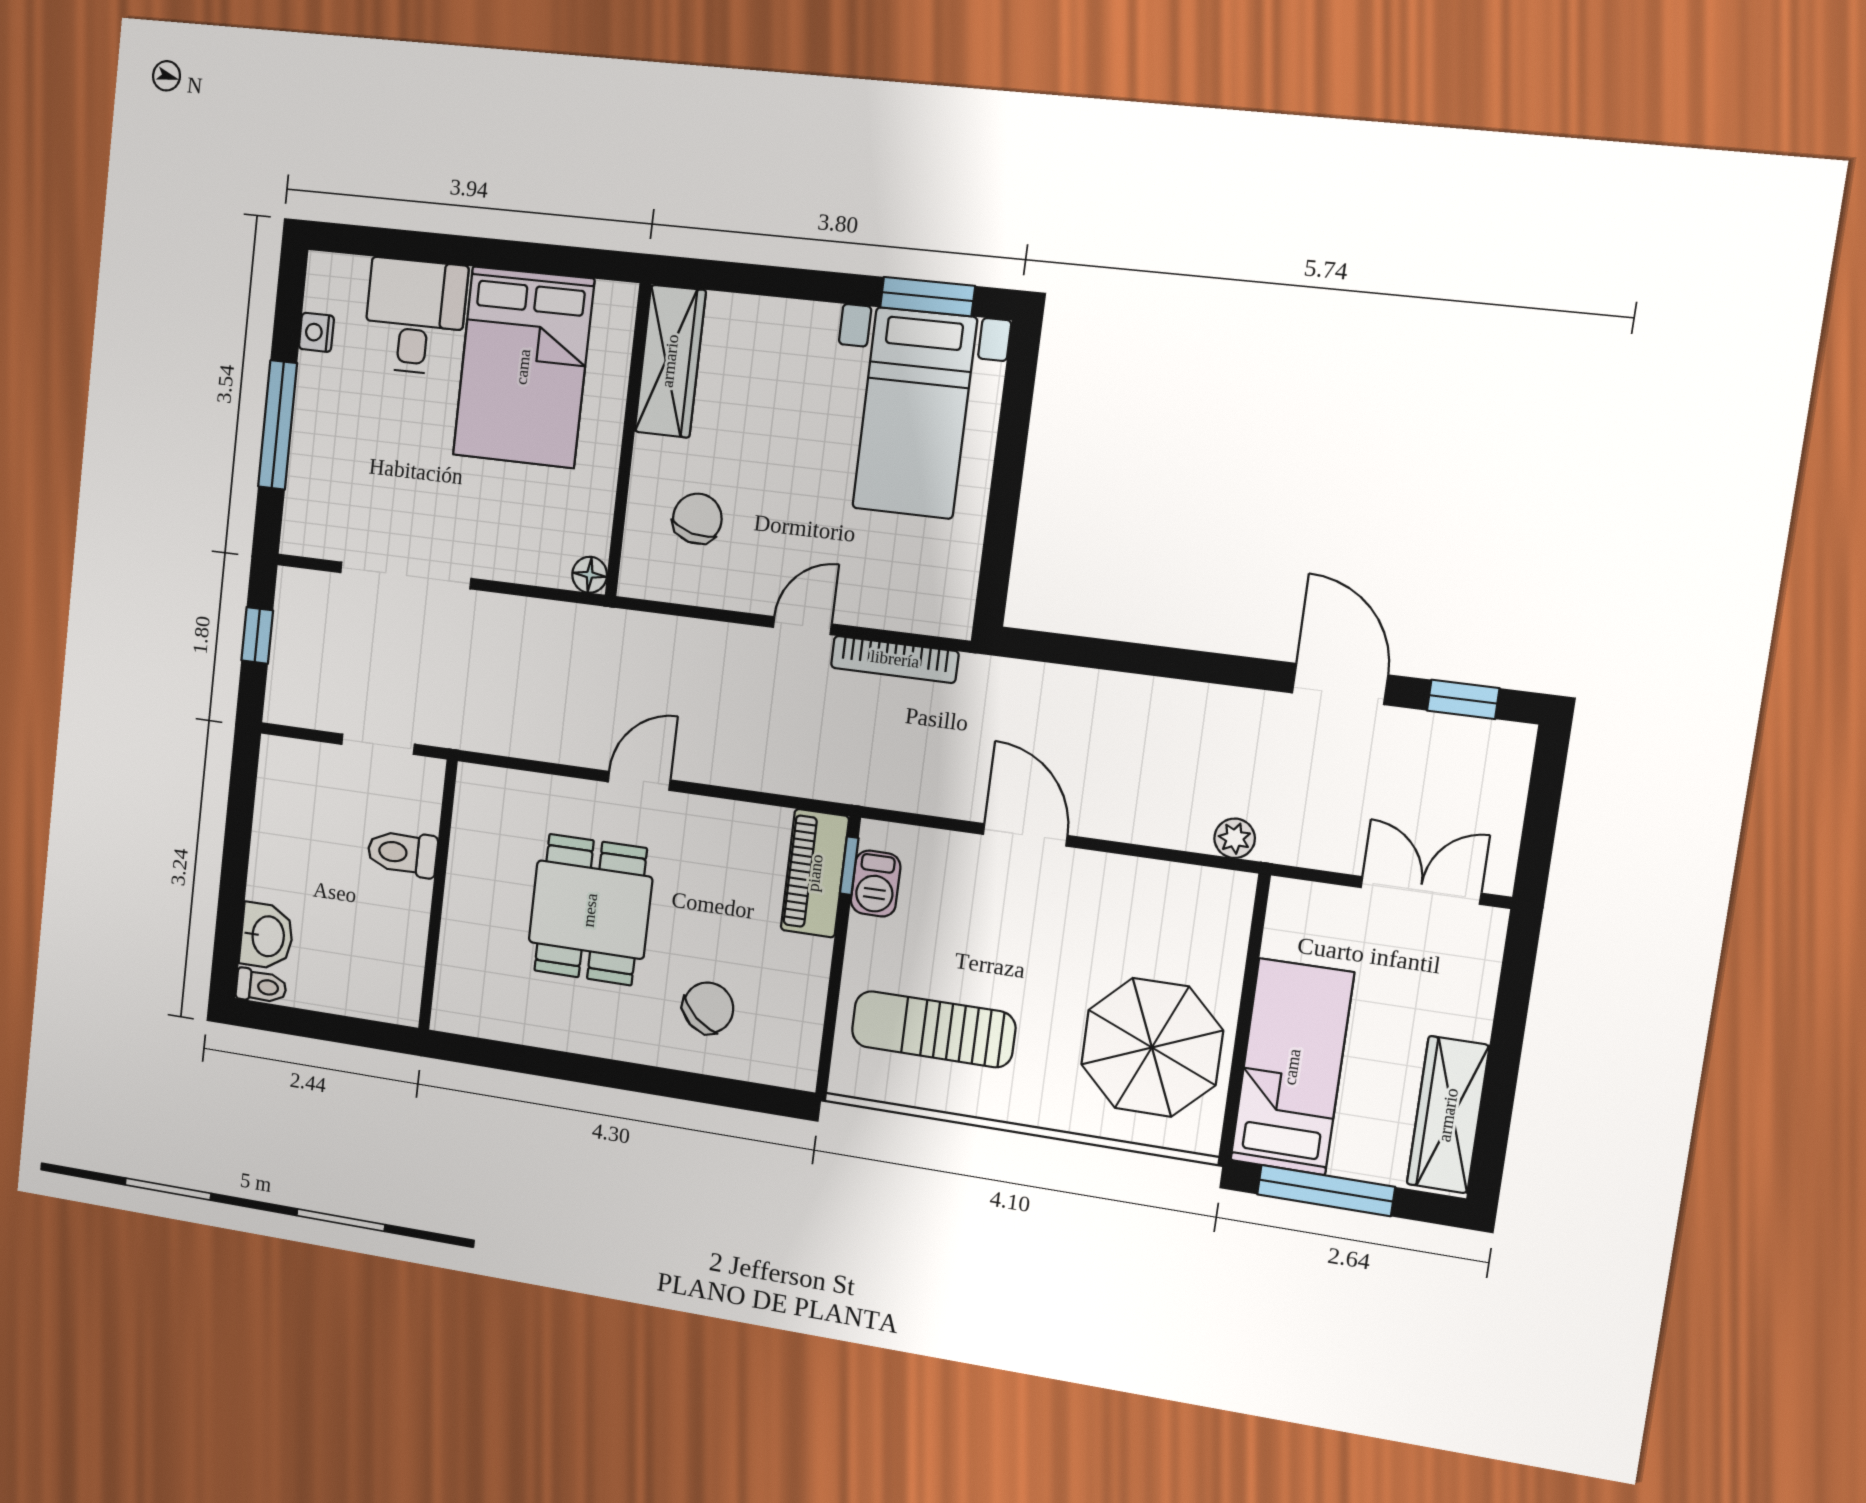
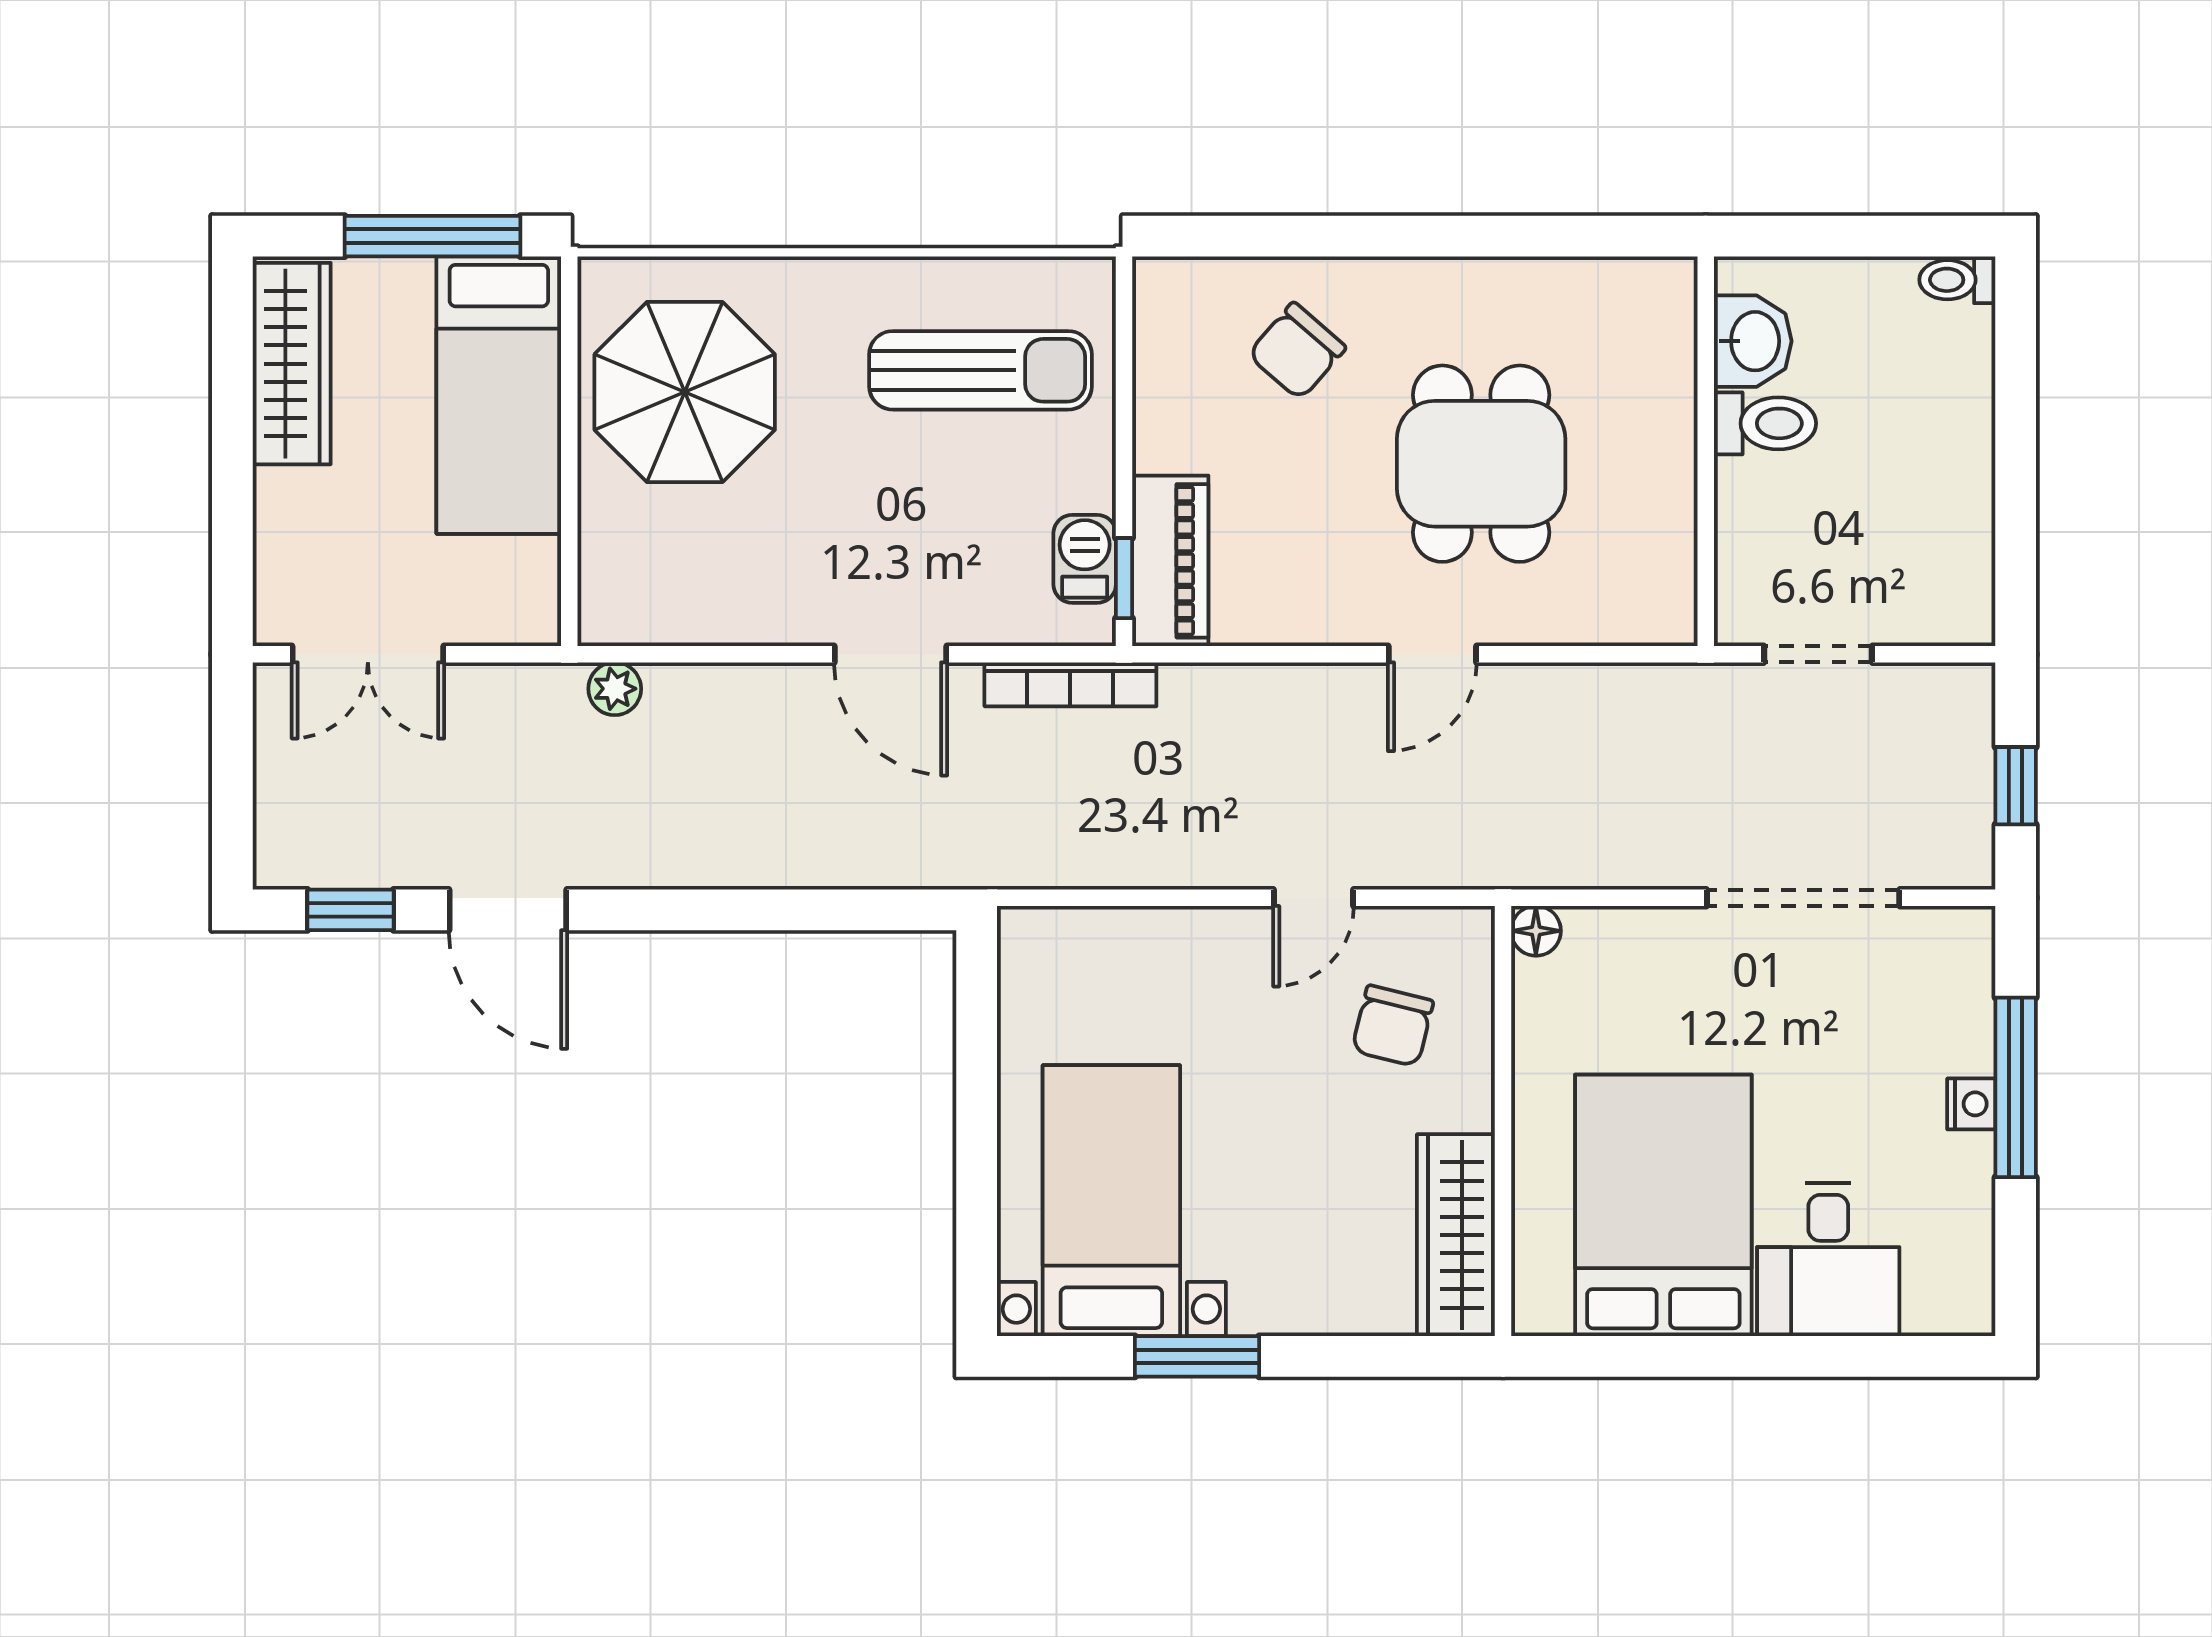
window: (928, 297) -> (1197, 1356), moved
nightstand: (316, 332) -> (1971, 1104), moved
door: (802, 626) -> (1314, 898), moved
bookcase: (895, 659) -> (1070, 684), moved, turned 180
toilet: (402, 853) -> (1765, 423), moved
washbasin: (267, 936) -> (1753, 341), moved, turned 180

